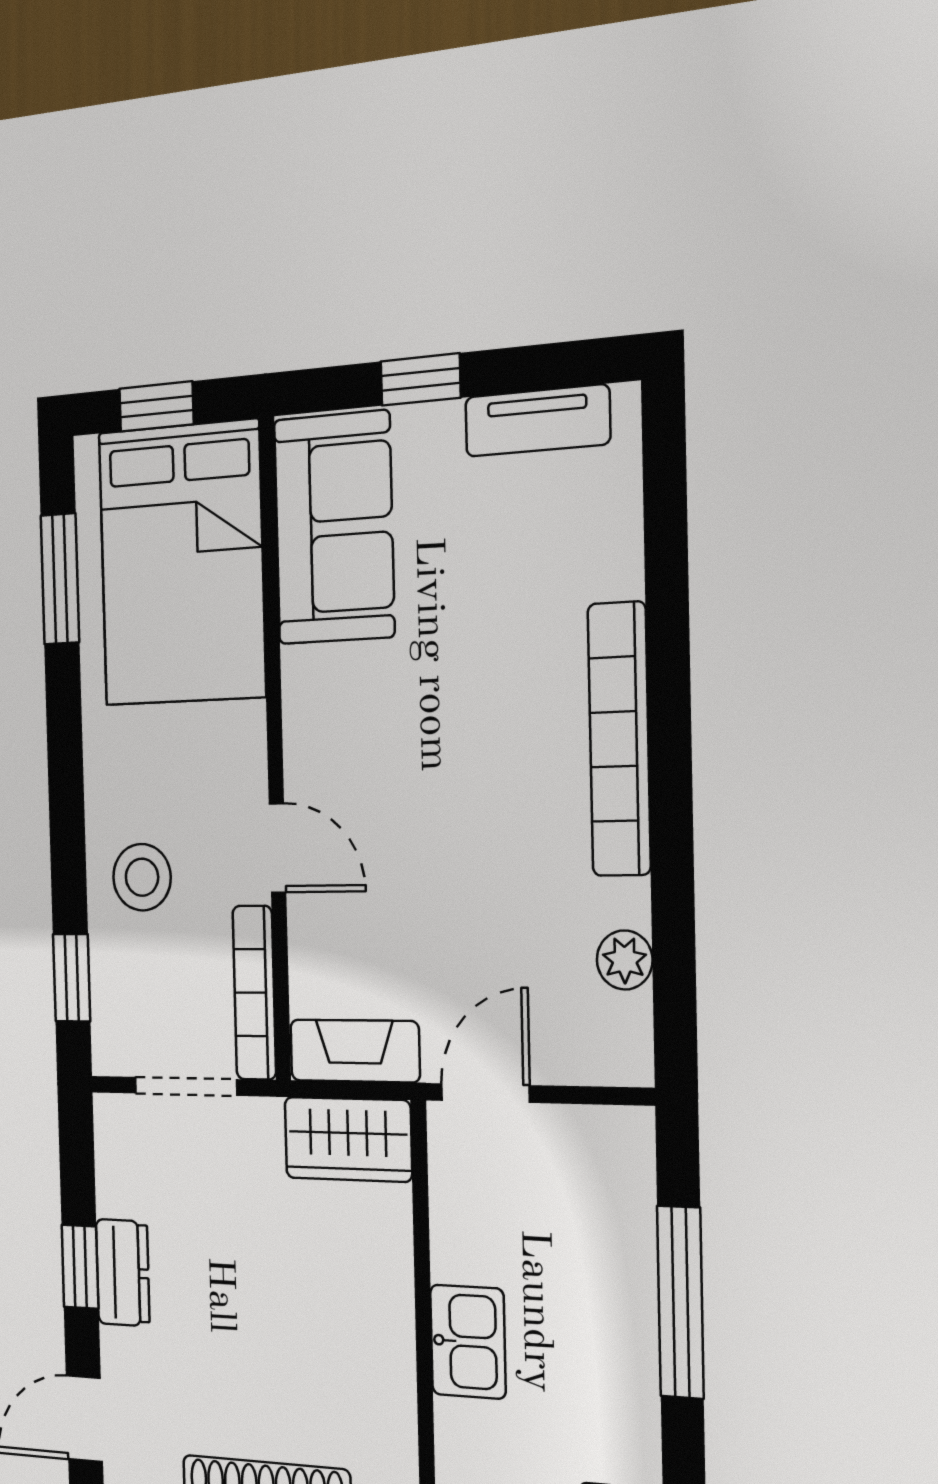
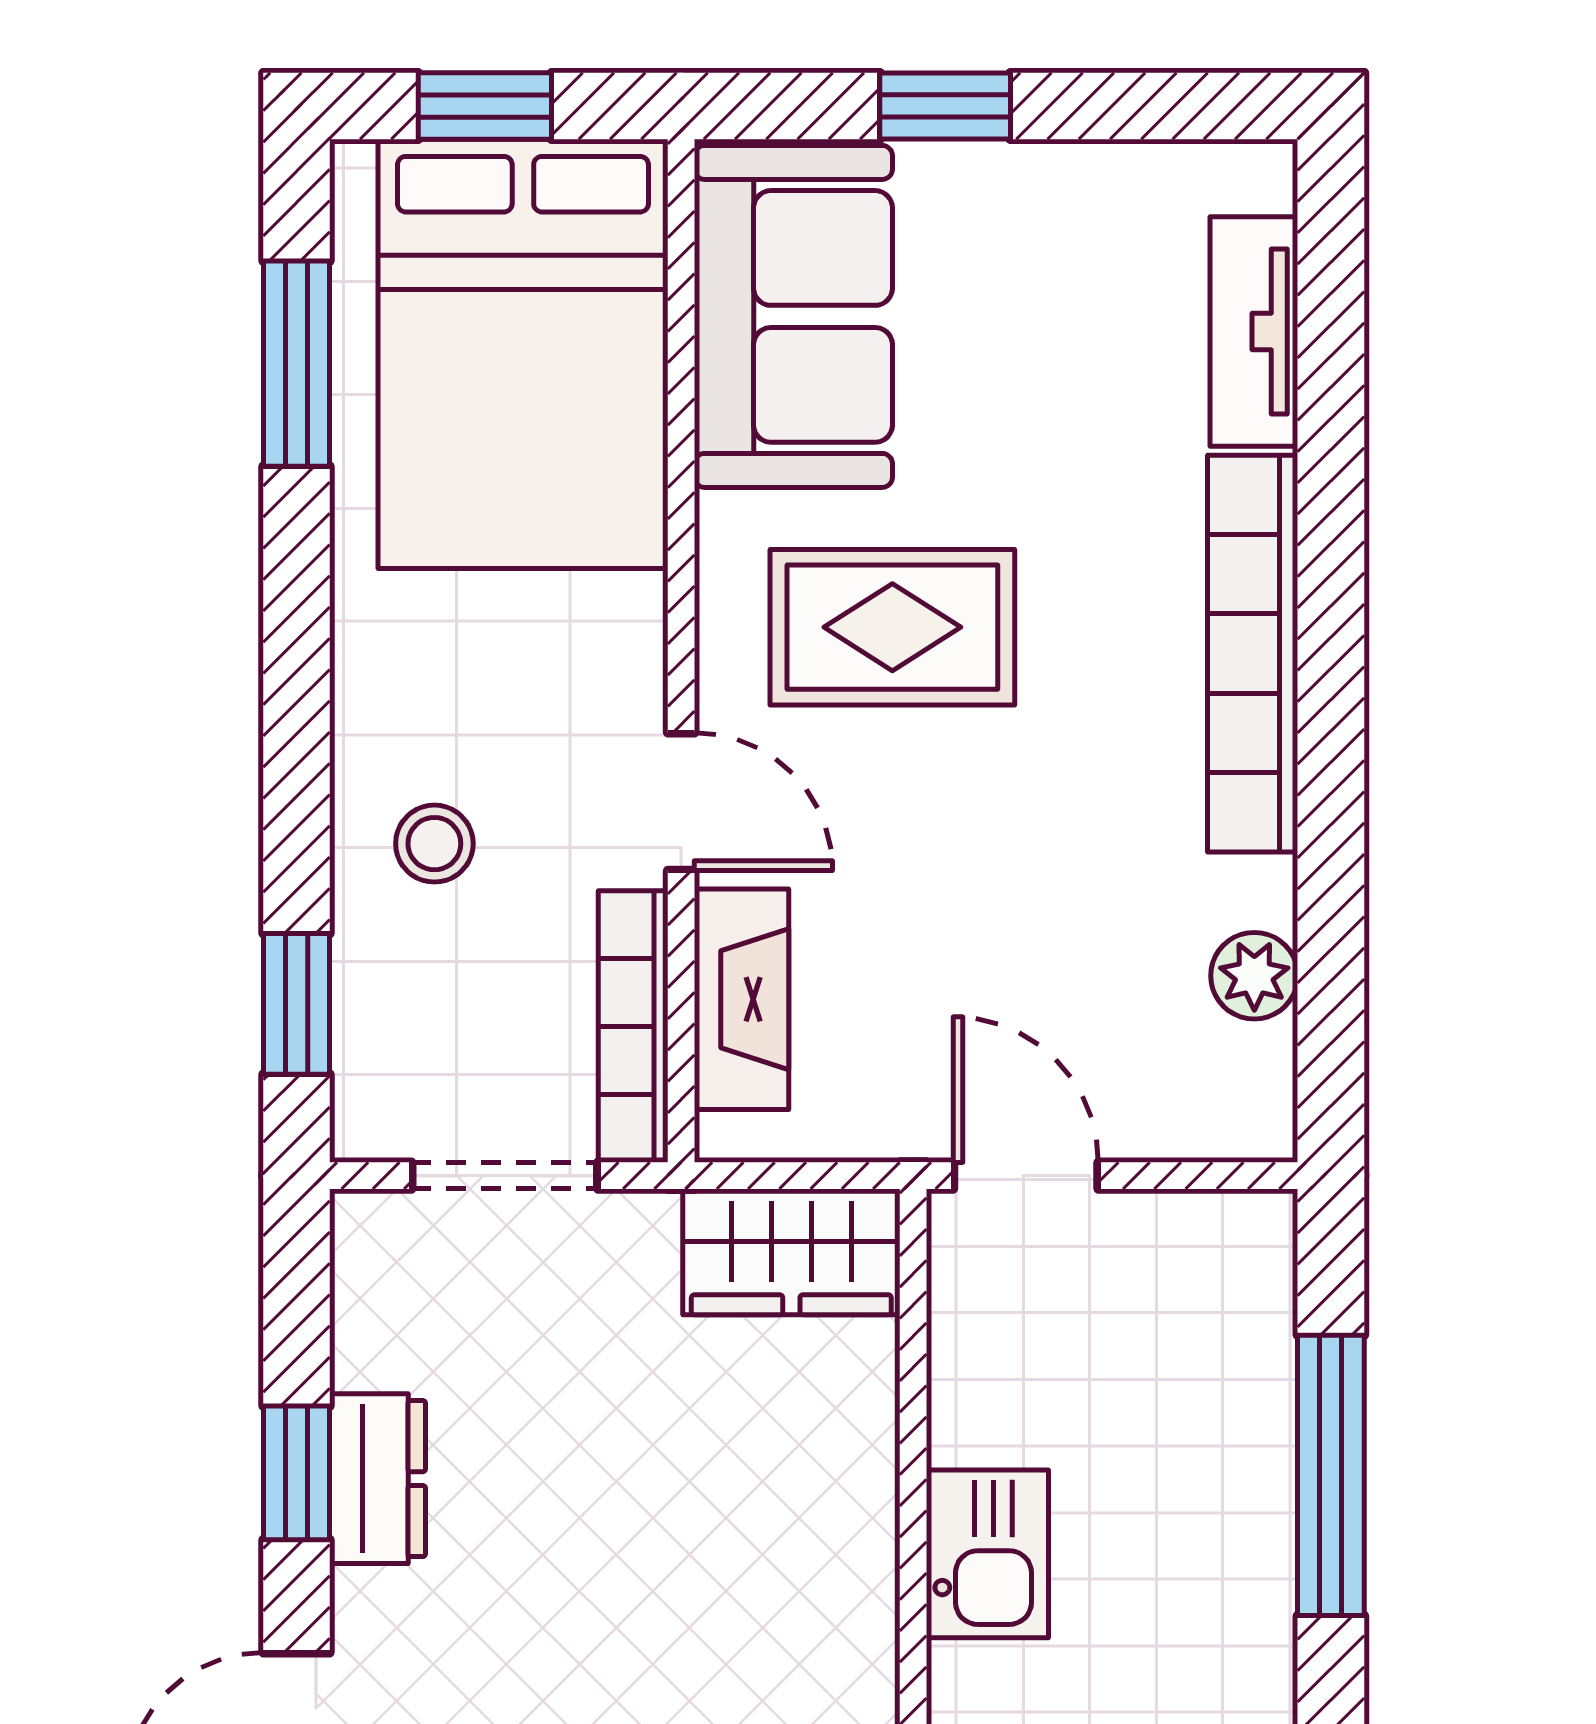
tv unit: (537, 421) -> (1254, 331), moved, turned 90
rug: (397, 730) -> (892, 627), added
stool: (142, 877) -> (434, 844), width x0.73, depth x0.73
fireplace: (355, 1051) -> (742, 999), moved, turned 90
door: (485, 1093) -> (1026, 1176), hinge flipped

